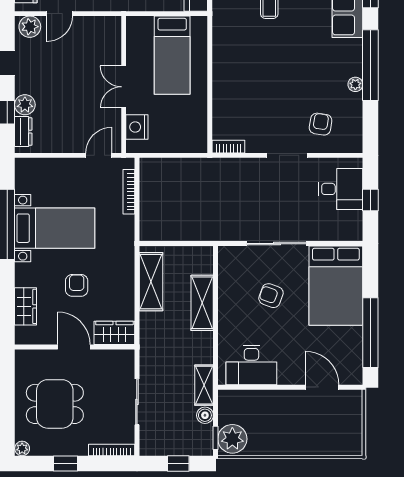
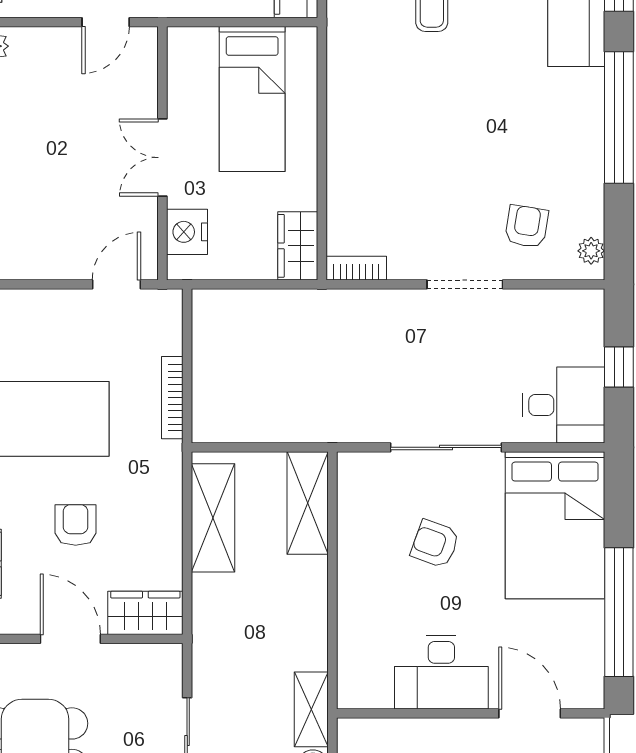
door: (60, 14) -> (106, 22), moved
plant: (355, 84) -> (591, 251), moved
wardrobe: (197, 135) -> (298, 246), added
desk: (340, 189) -> (563, 405), moved
bookcase: (129, 192) -> (172, 398), moved
shelving: (202, 303) -> (308, 503), moved
desk: (251, 365) -> (441, 672), moved

